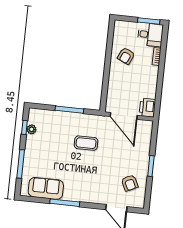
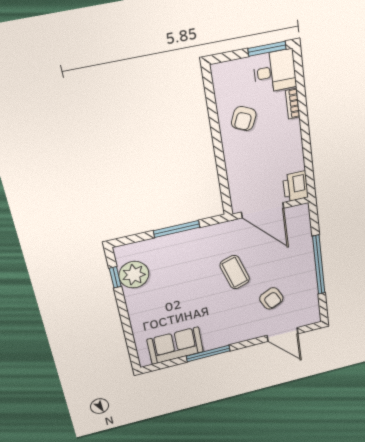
plant: (32, 129) -> (134, 275), width x1.87, depth x1.87
coffee table: (86, 143) -> (235, 272), moved, turned 73
window: (21, 164) -> (127, 328), removed
window: (151, 166) -> (319, 265), width x2.11
armchair: (130, 183) -> (271, 298), moved

